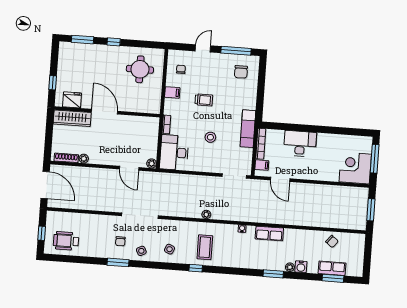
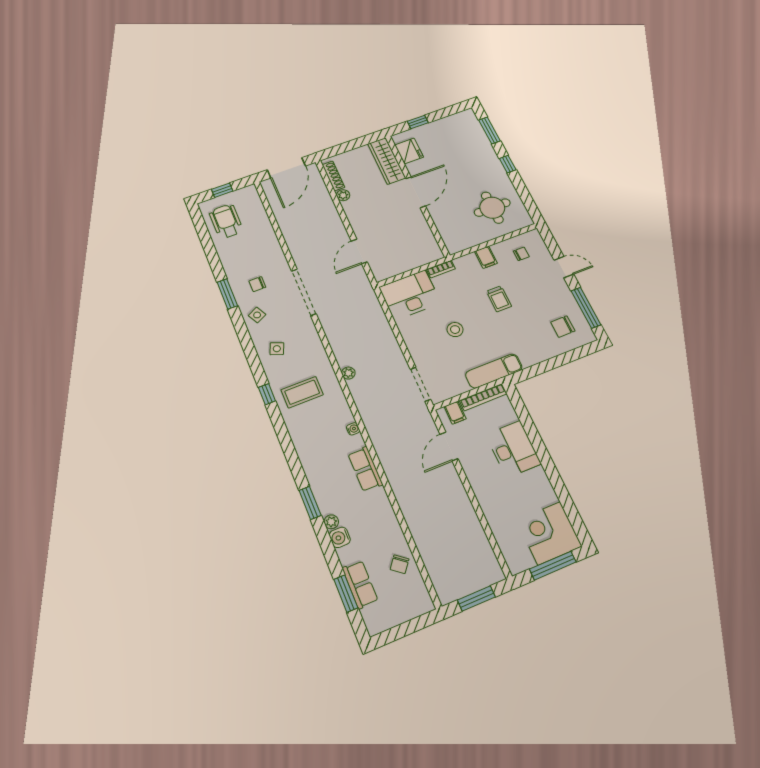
plant: (152, 163) -> (380, 275), removed
corner desk: (355, 168) -> (549, 533), moved, turned -90

